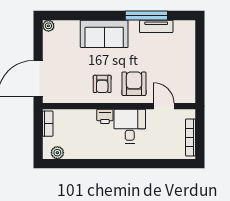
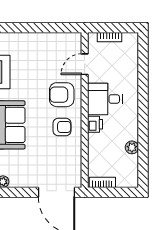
bookcase: (191, 137) -> (110, 37), width x0.64
plant: (57, 153) -> (132, 147), moved

